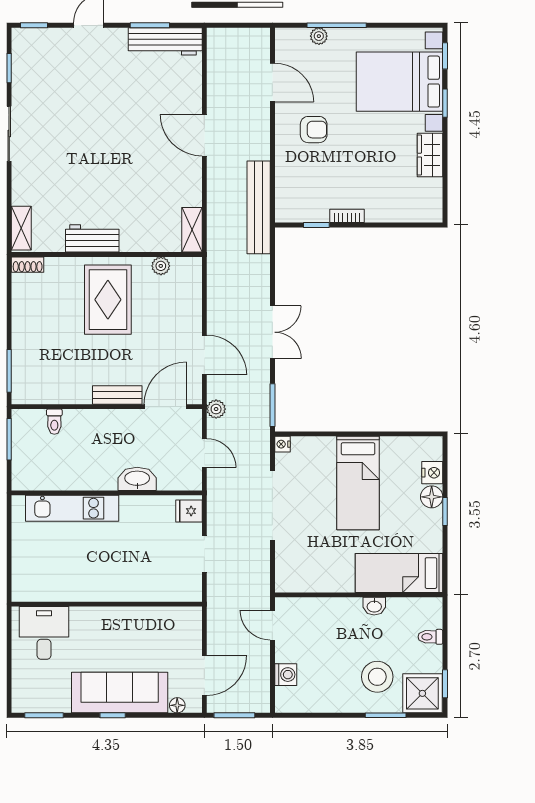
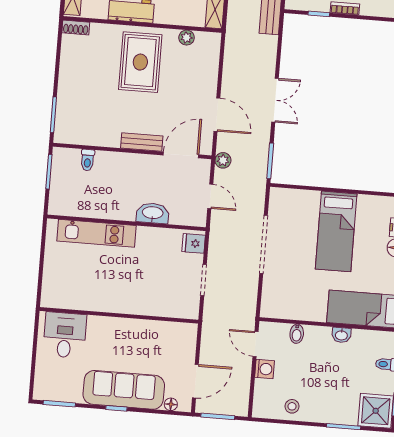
nightstand: (282, 444) -> (276, 194), removed
bidet: (321, 609) -> (297, 334), added
washing machine: (286, 675) -> (264, 369), moved
stool: (377, 677) -> (292, 406), moved, width x0.53, depth x0.53

